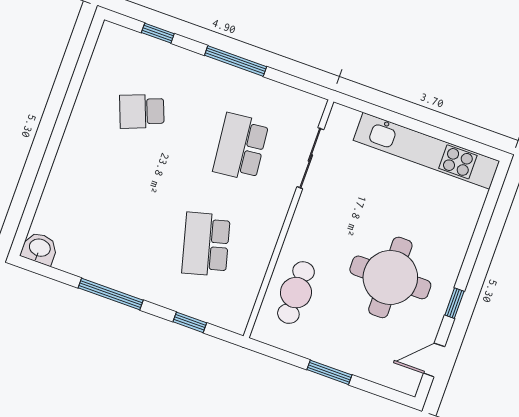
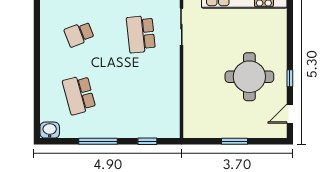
school desk: (206, 244) -> (79, 95), moved
cafe table: (296, 293) -> (200, 104), removed

